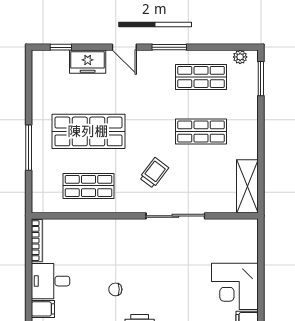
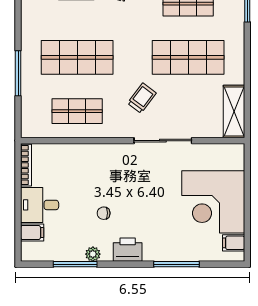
shop shelf: (201, 131) -> (188, 57), width x1.43, depth x1.36
corner desk: (235, 286) -> (213, 202), width x1.36, depth x1.36

